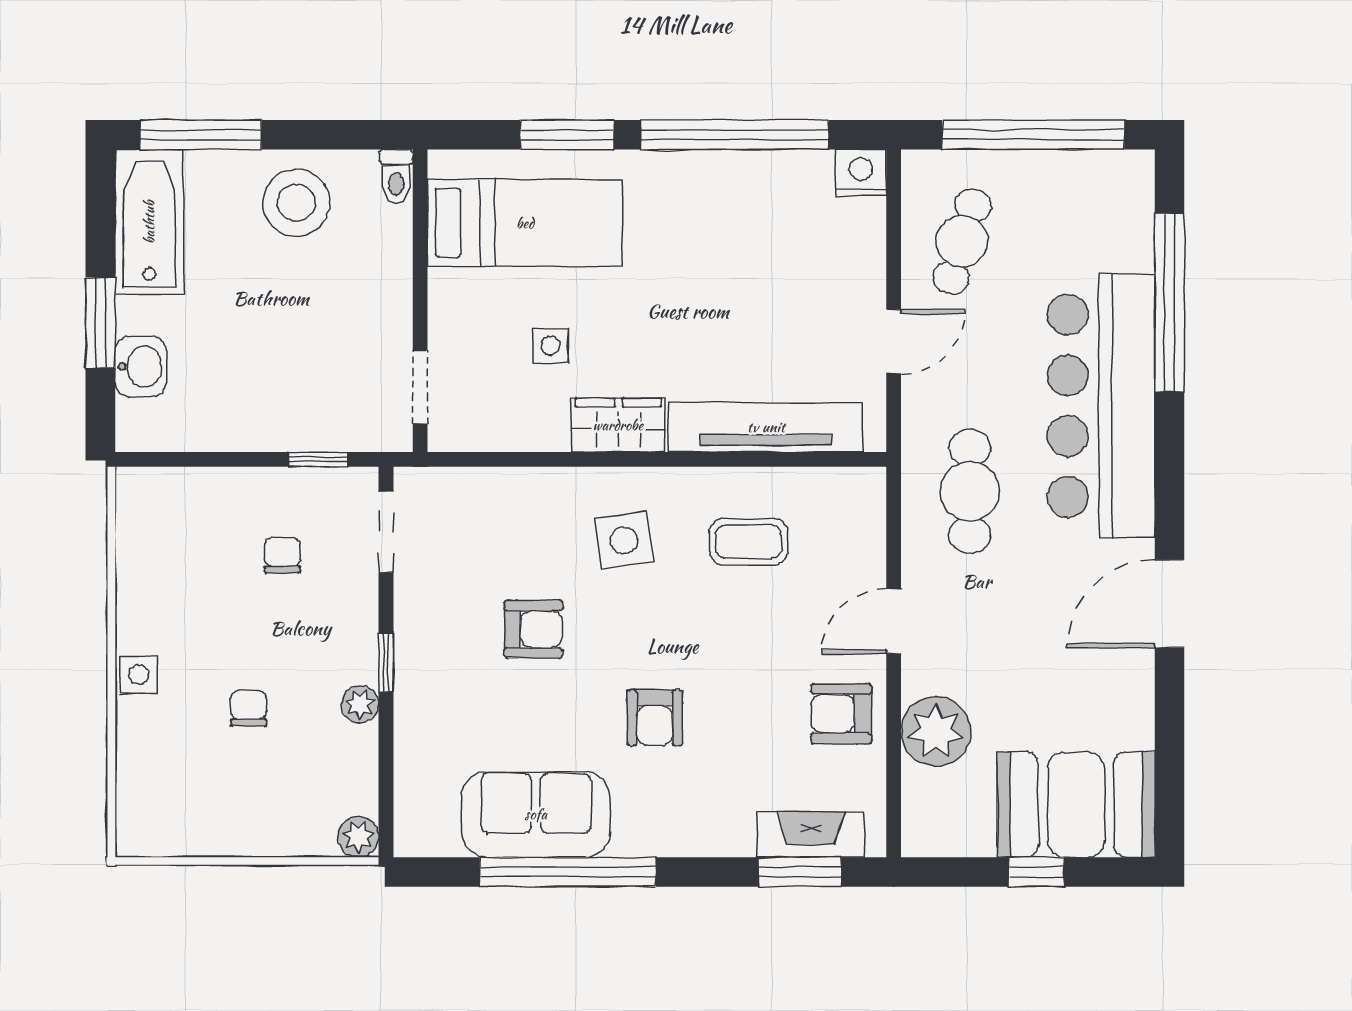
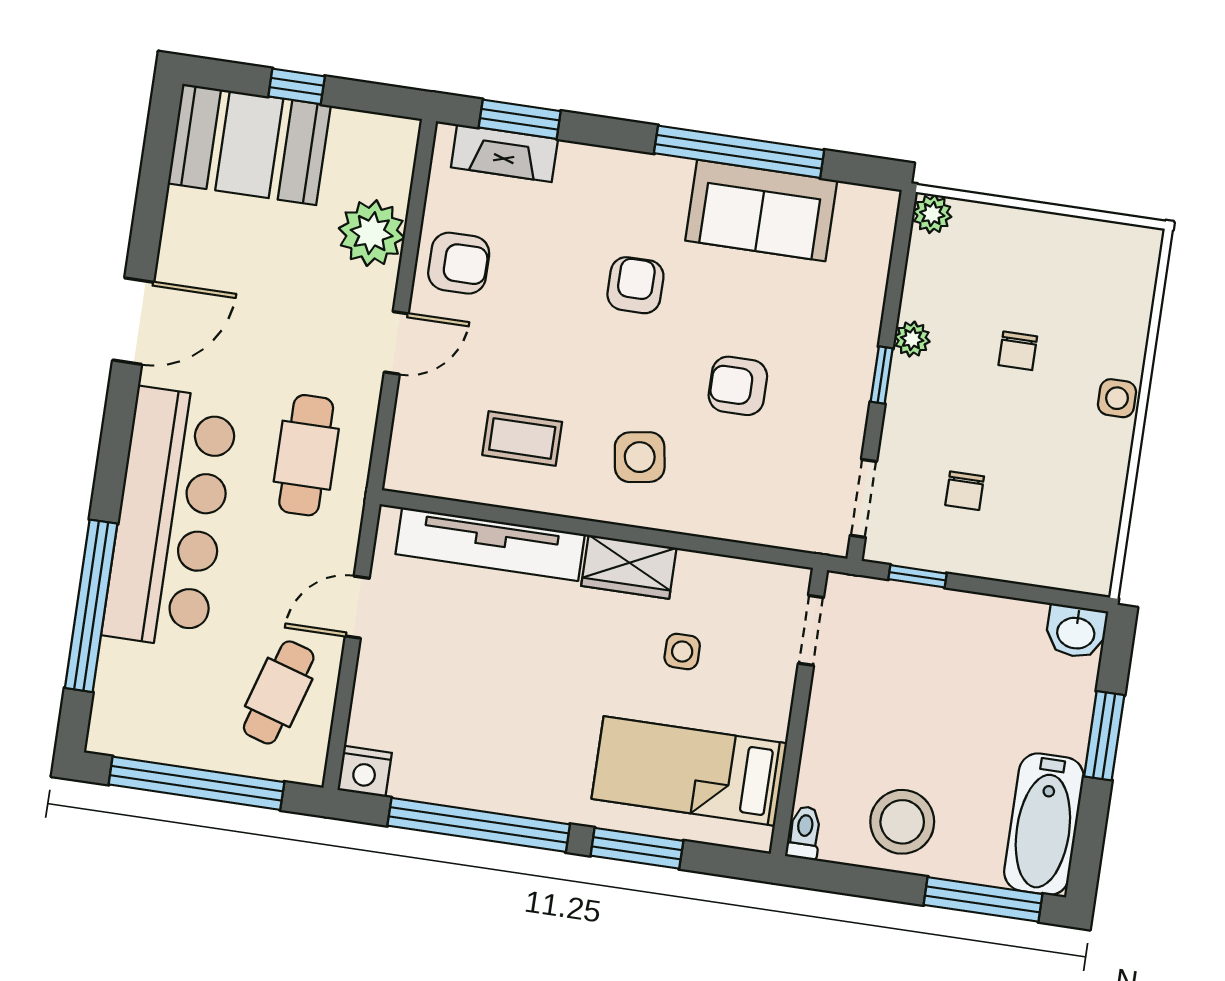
washbasin: (141, 367) -> (1076, 632), moved, turned -90

